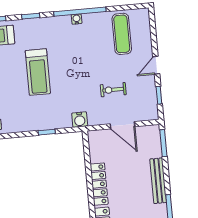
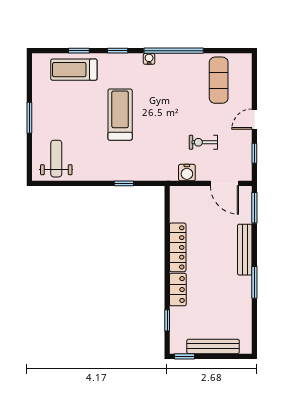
water cooler: (77, 19) -> (149, 59), moved
treadmill: (38, 72) -> (120, 115), turned 180
water cooler: (80, 120) -> (187, 173), moved
door: (122, 125) -> (224, 183), moved

